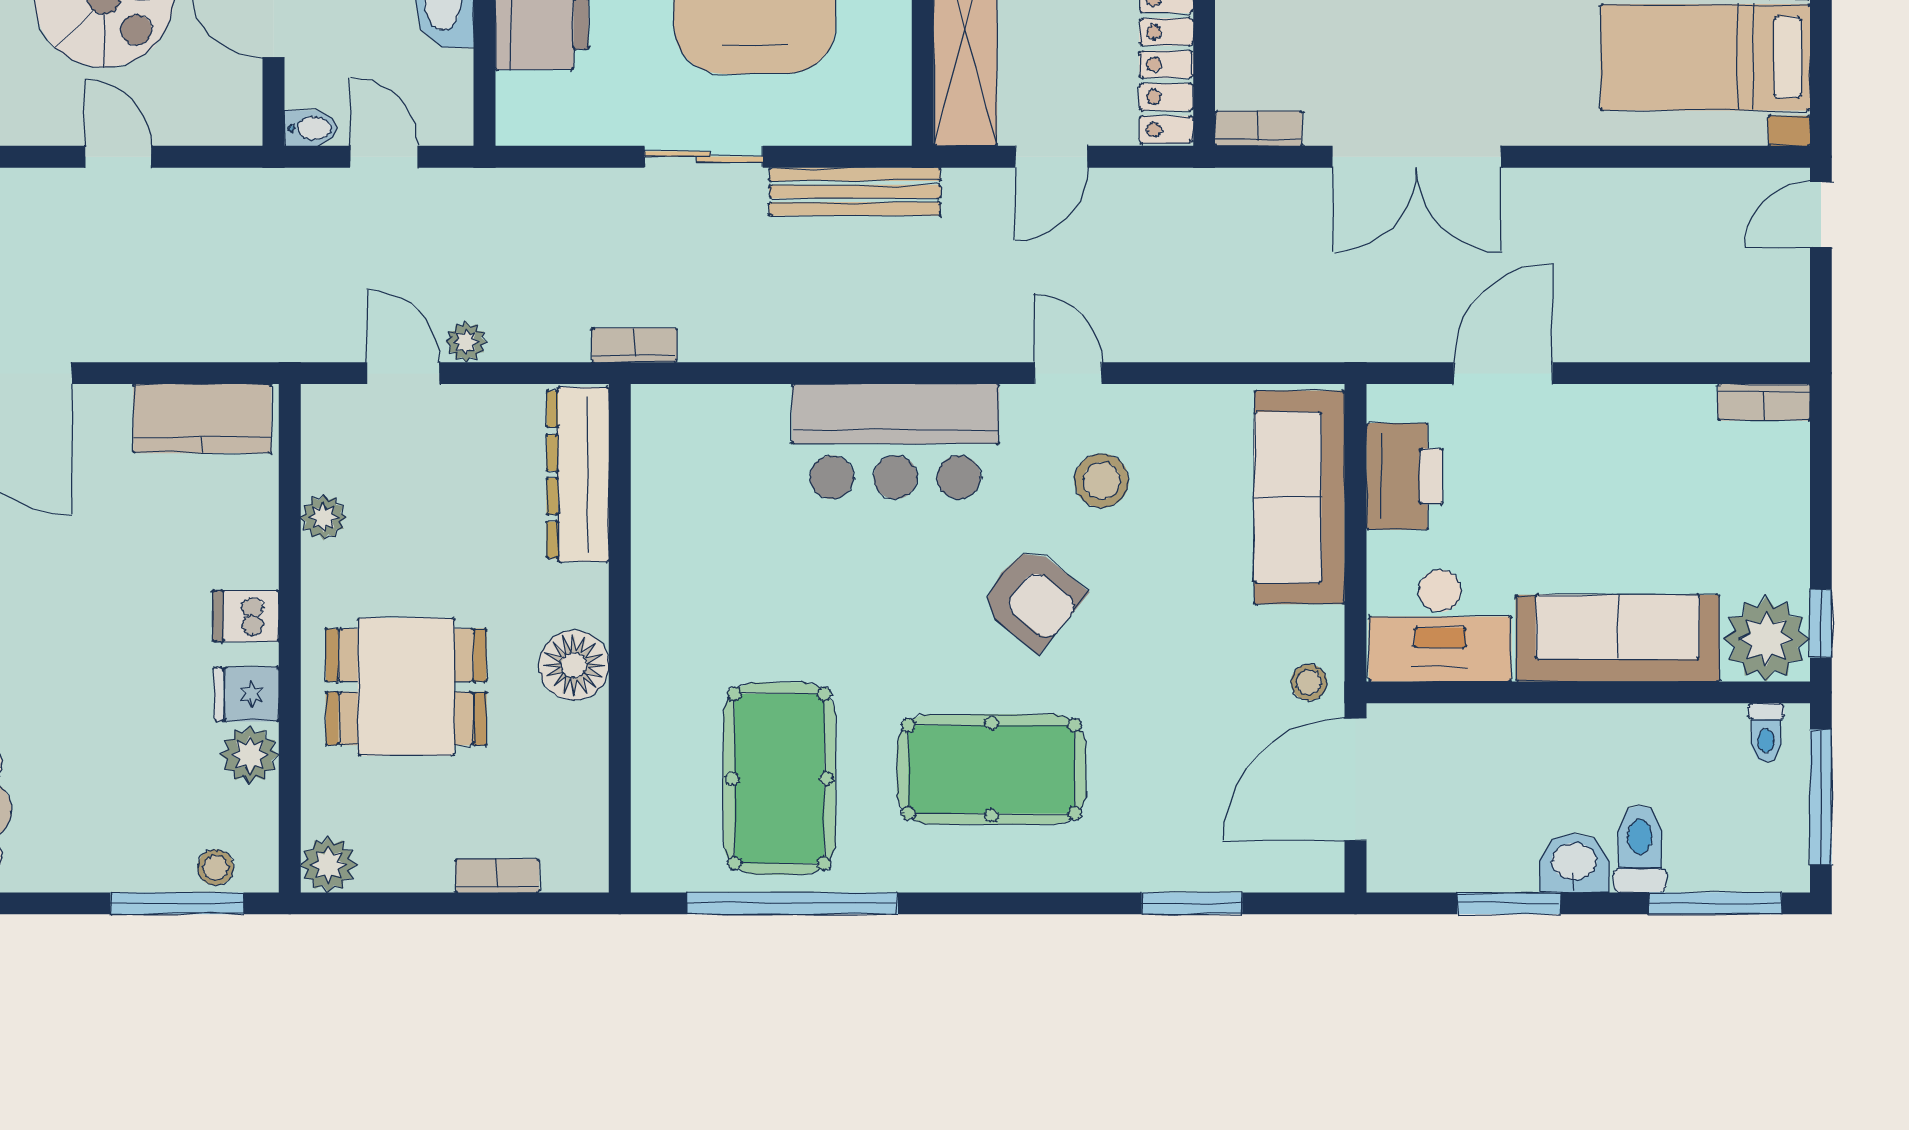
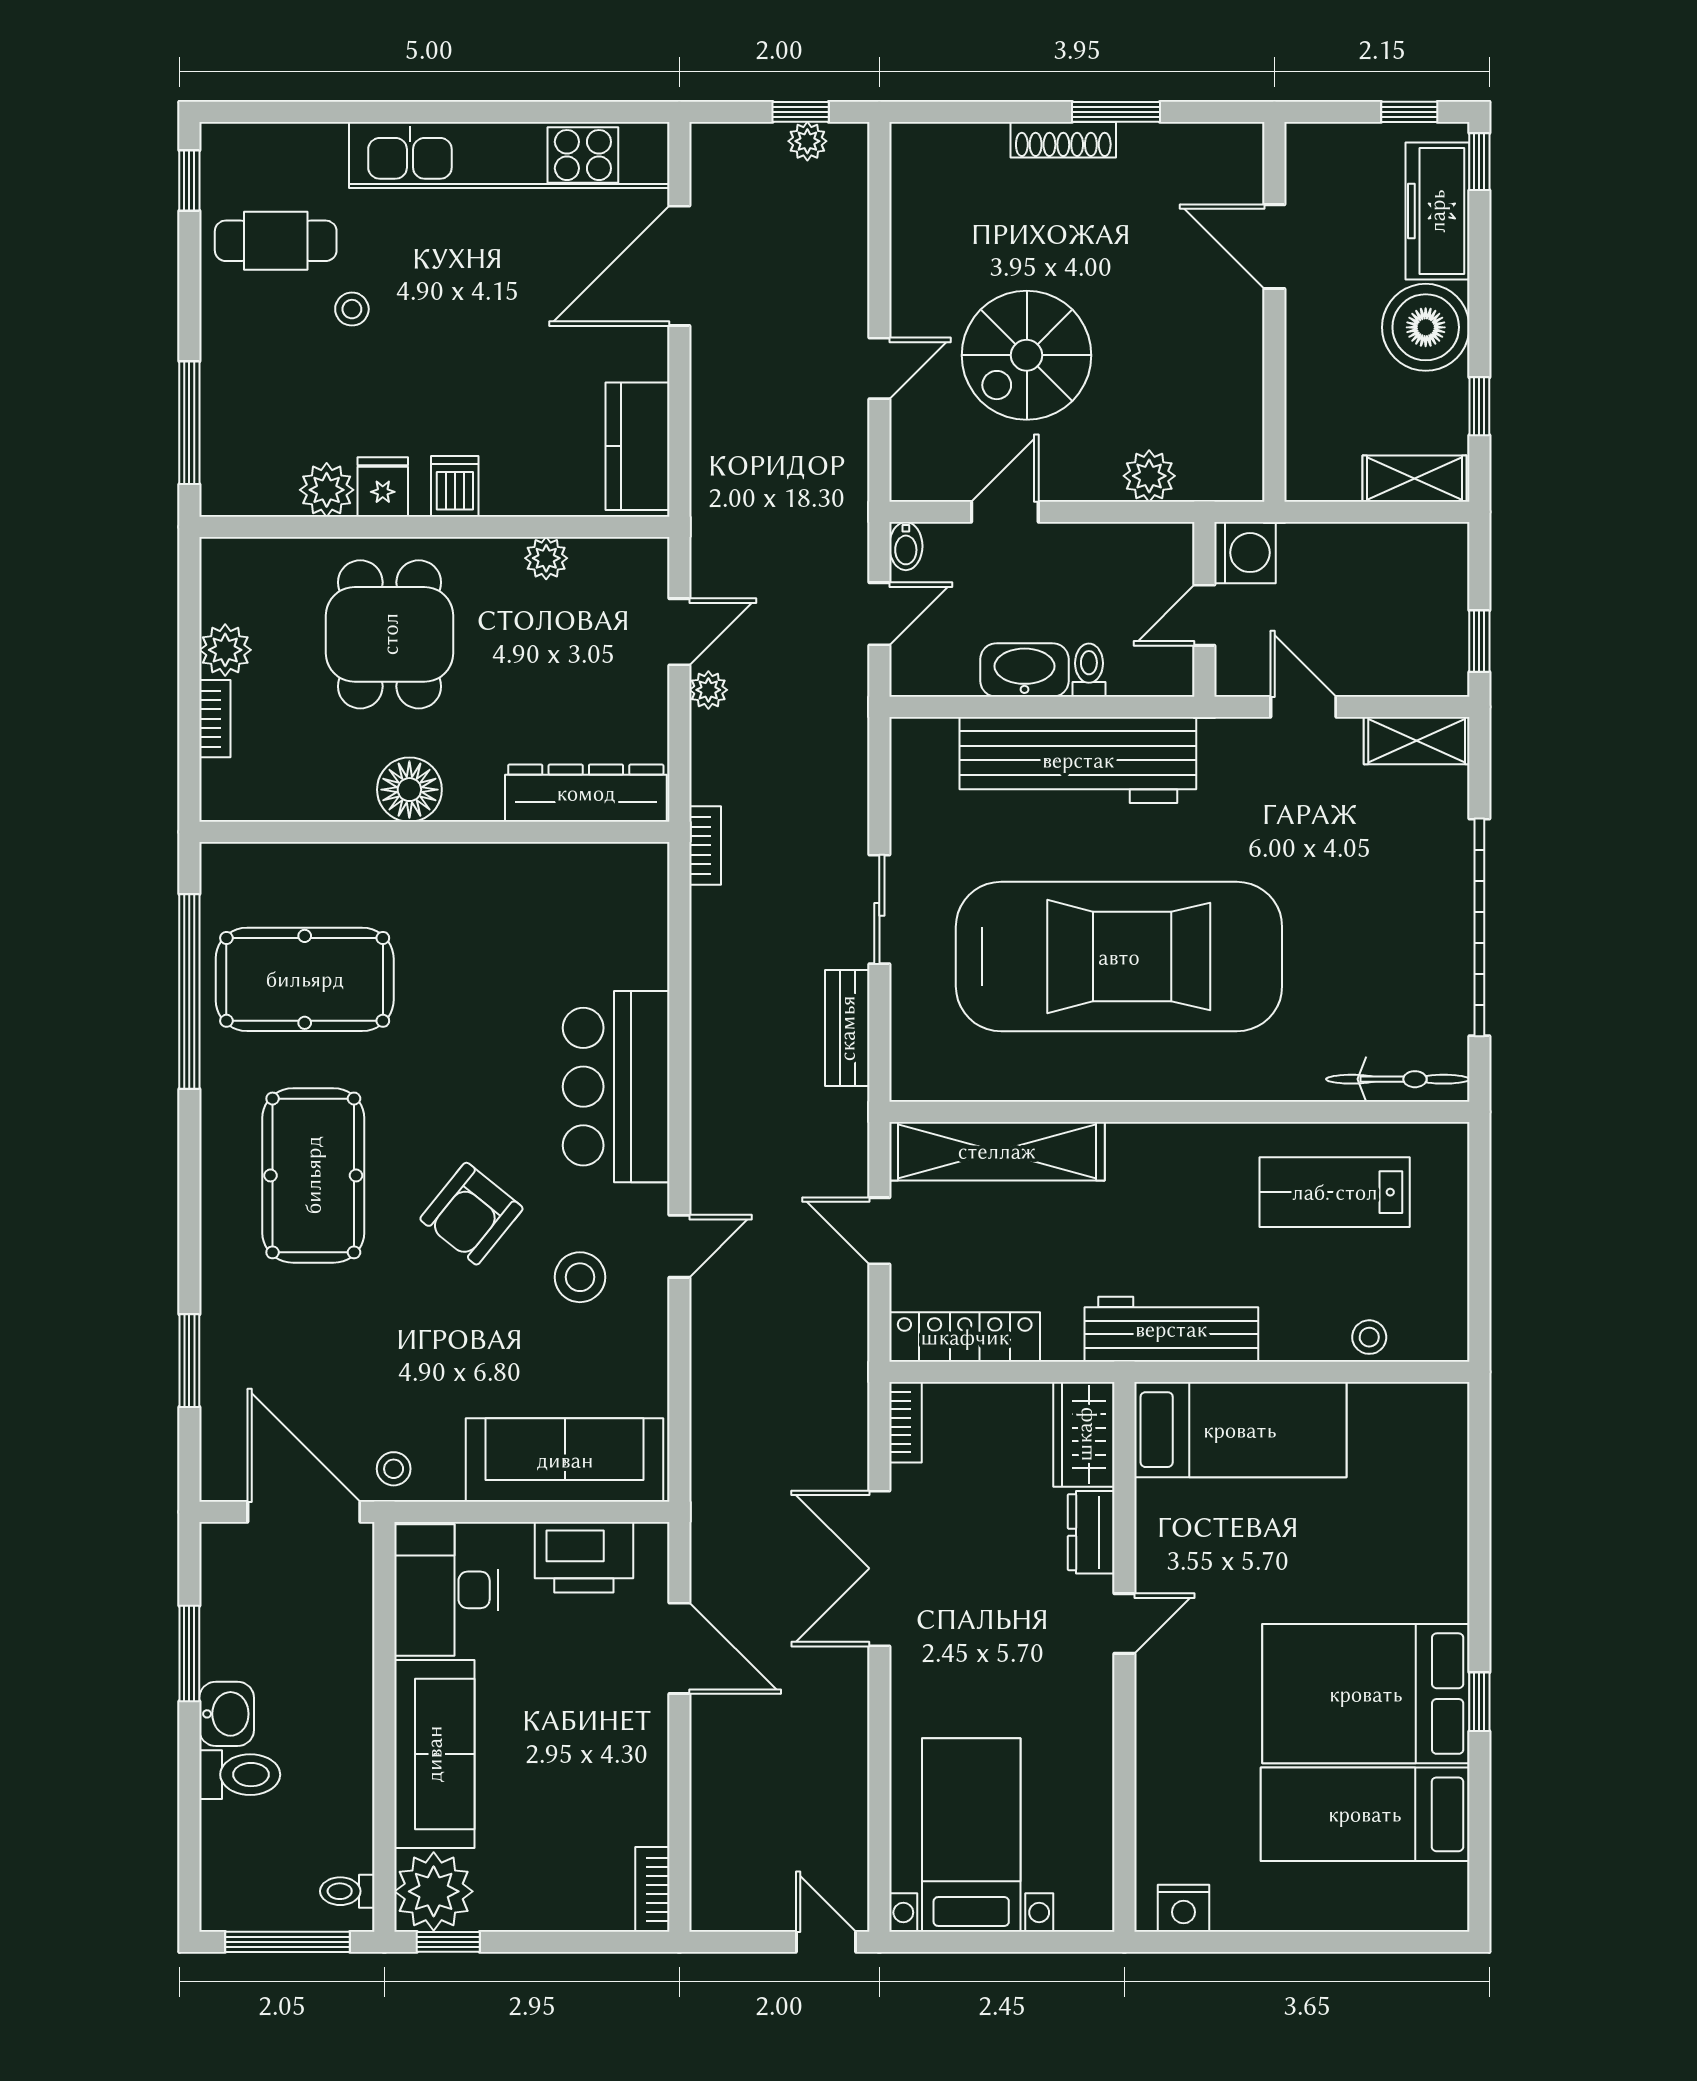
bench: (855, 192) -> (847, 1028), width x0.73
plant: (328, 865) -> (225, 650), moved
stool: (216, 867) -> (352, 309), moved
window: (1715, 903) -> (189, 1844), removed

